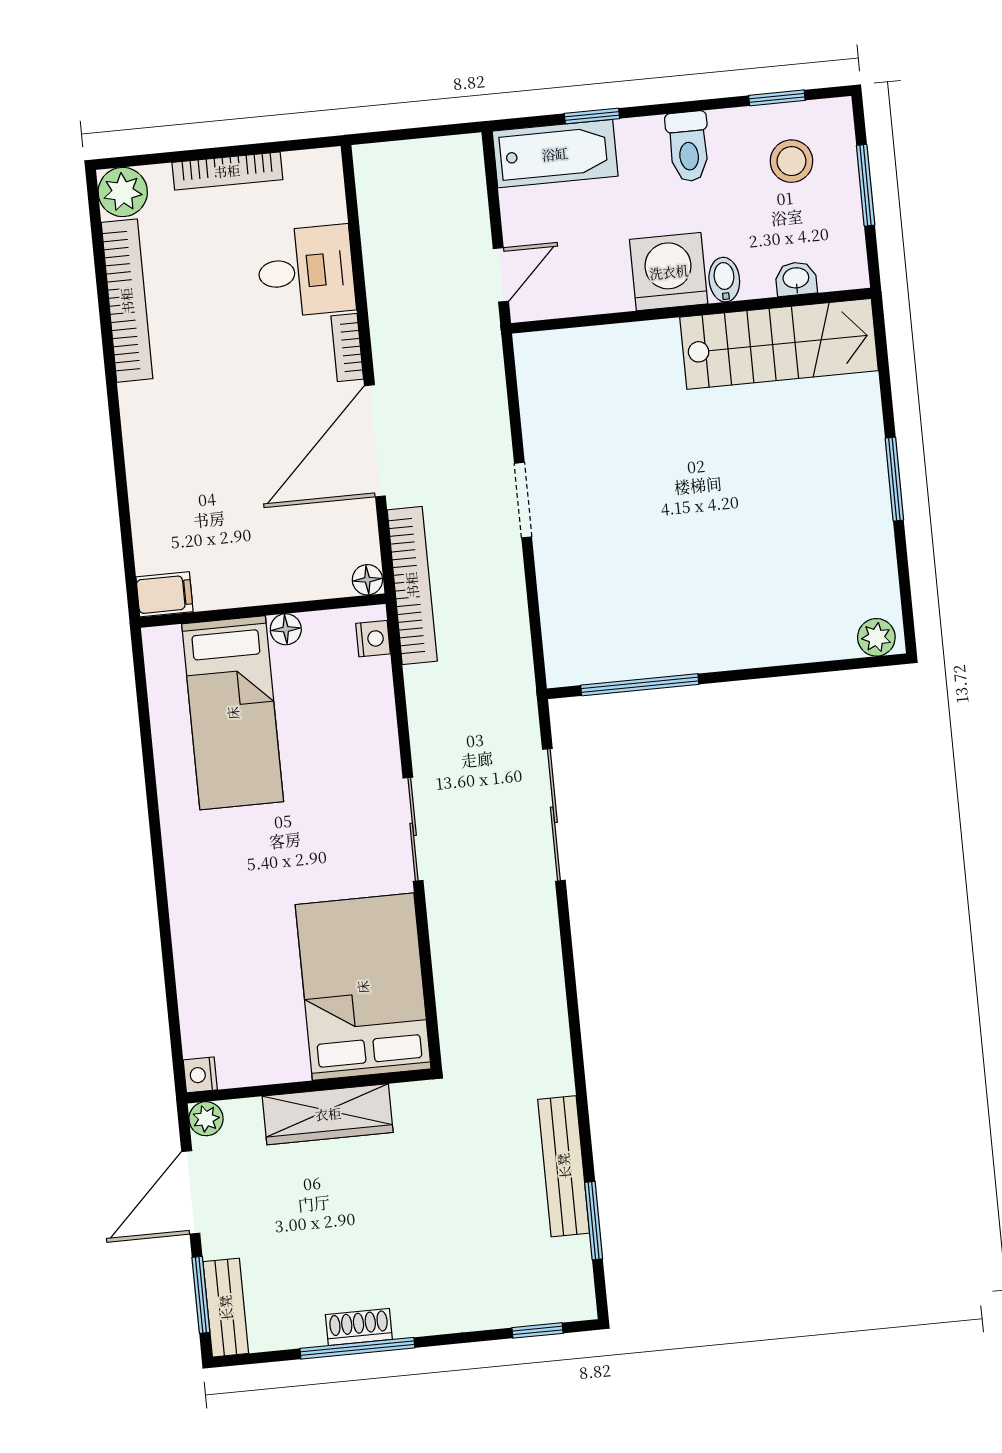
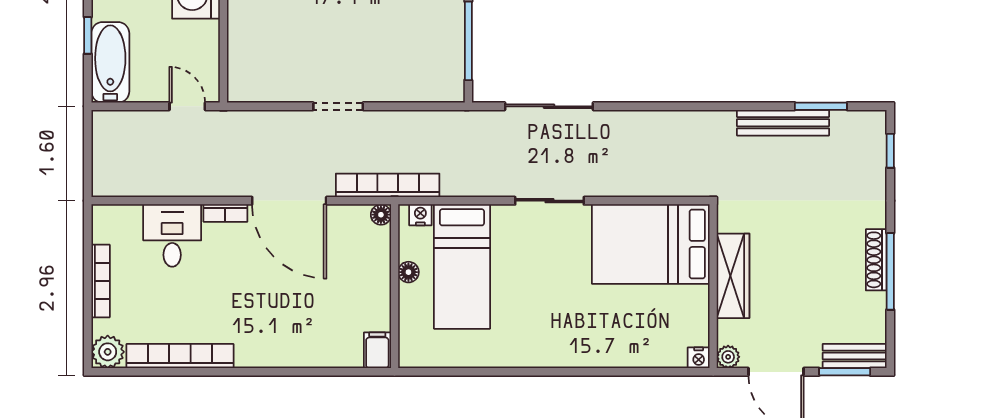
bed: (233, 713) -> (462, 267), moved, turned 90
shoe rack: (359, 1327) -> (876, 260), width x1.43

